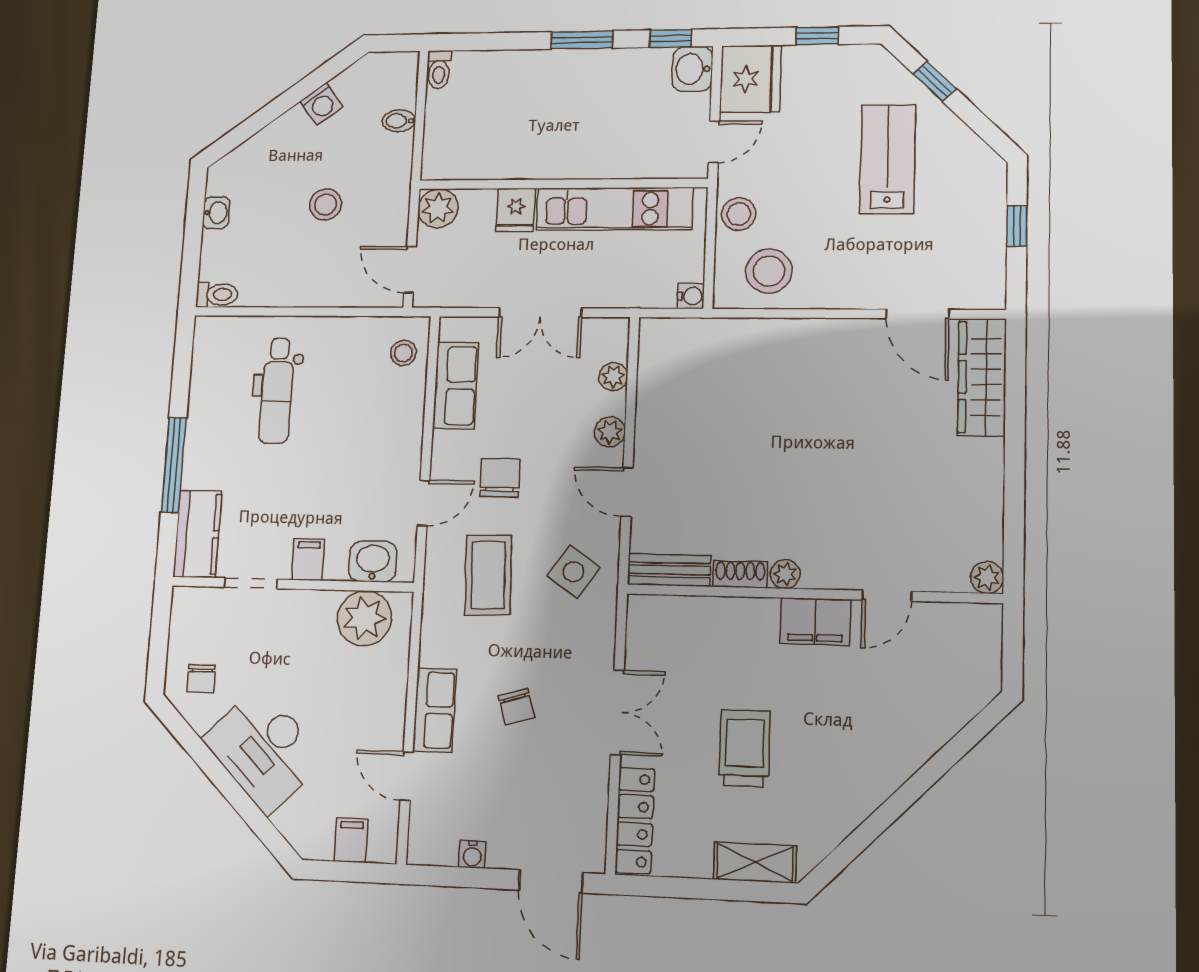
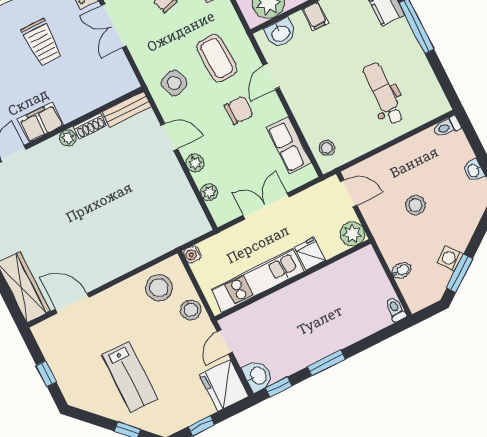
window: (320, 77) -> (460, 273), added
chair: (500, 478) -> (239, 110), turned -90
side table: (573, 572) -> (174, 83), turned 36

